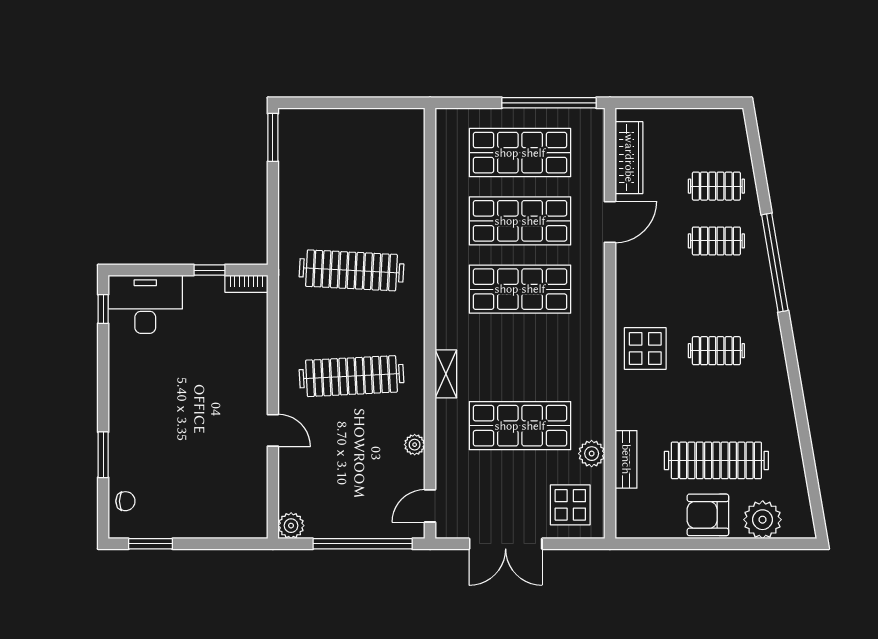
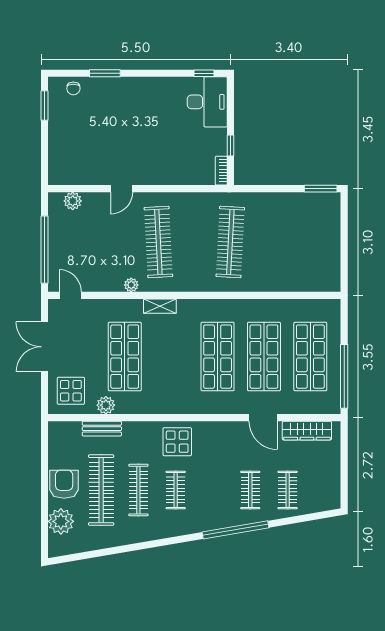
clothes rail: (716, 406) -> (138, 490), added
plant: (415, 445) -> (131, 285), moved
plant: (291, 526) -> (73, 201), moved

